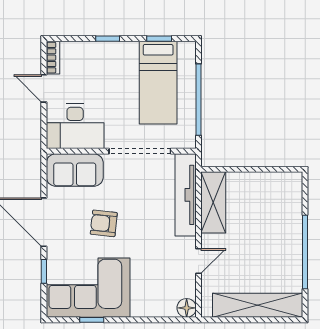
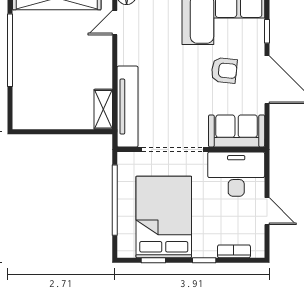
bookcase: (53, 58) -> (234, 251), moved, turned 90
bed: (158, 83) -> (164, 217), width x1.50
shelving: (213, 202) -> (103, 109), width x0.67, depth x0.75
armchair: (104, 223) -> (224, 70), moved
door: (199, 261) -> (115, 23), moved

